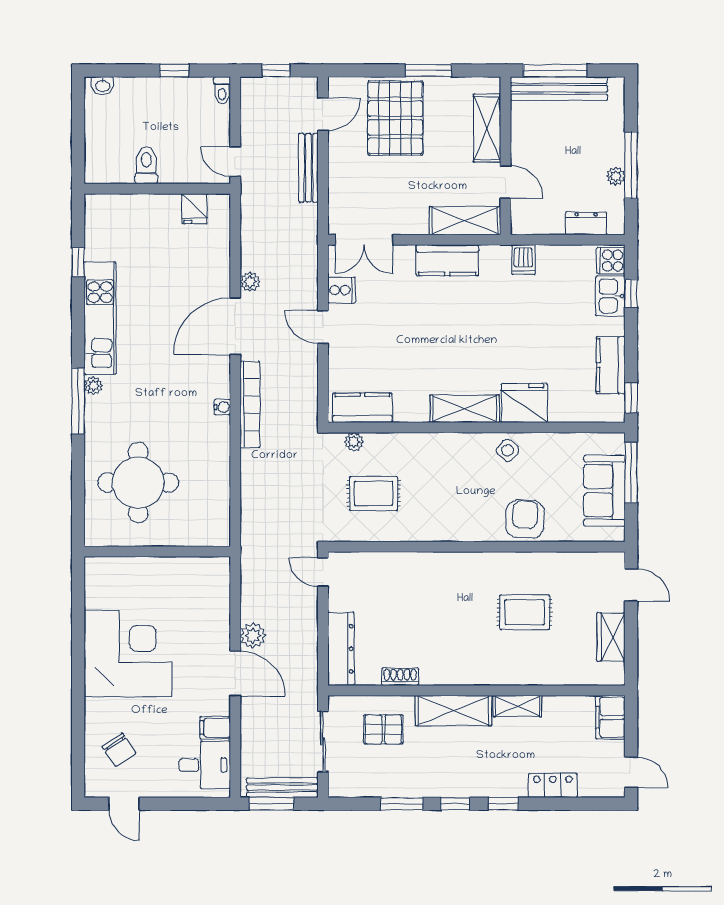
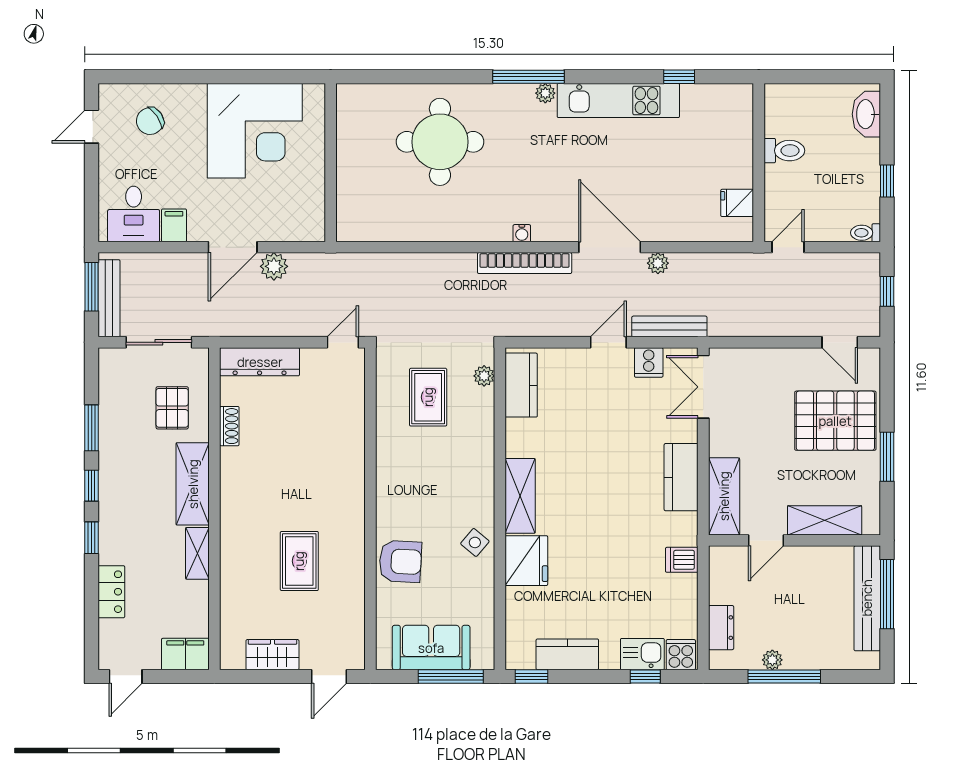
washbasin: (103, 86) -> (866, 114), width x1.91, depth x1.45
bench: (308, 168) -> (669, 326), moved
wall: (157, 552) -> (331, 163), moved

